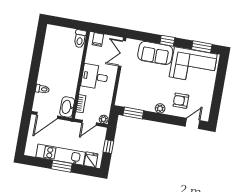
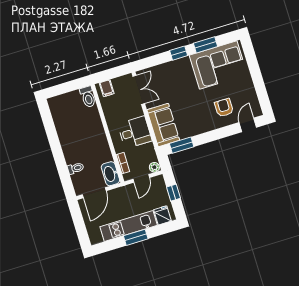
window: (202, 47) -> (205, 45), moved
double door: (122, 53) -> (139, 90), swing flipped
sofa: (155, 53) -> (163, 125), moved, turned -90
desk: (95, 77) -> (135, 132), moved, turned 180
armchair: (181, 101) -> (224, 108), turned 90
plant: (160, 108) -> (207, 126), removed

